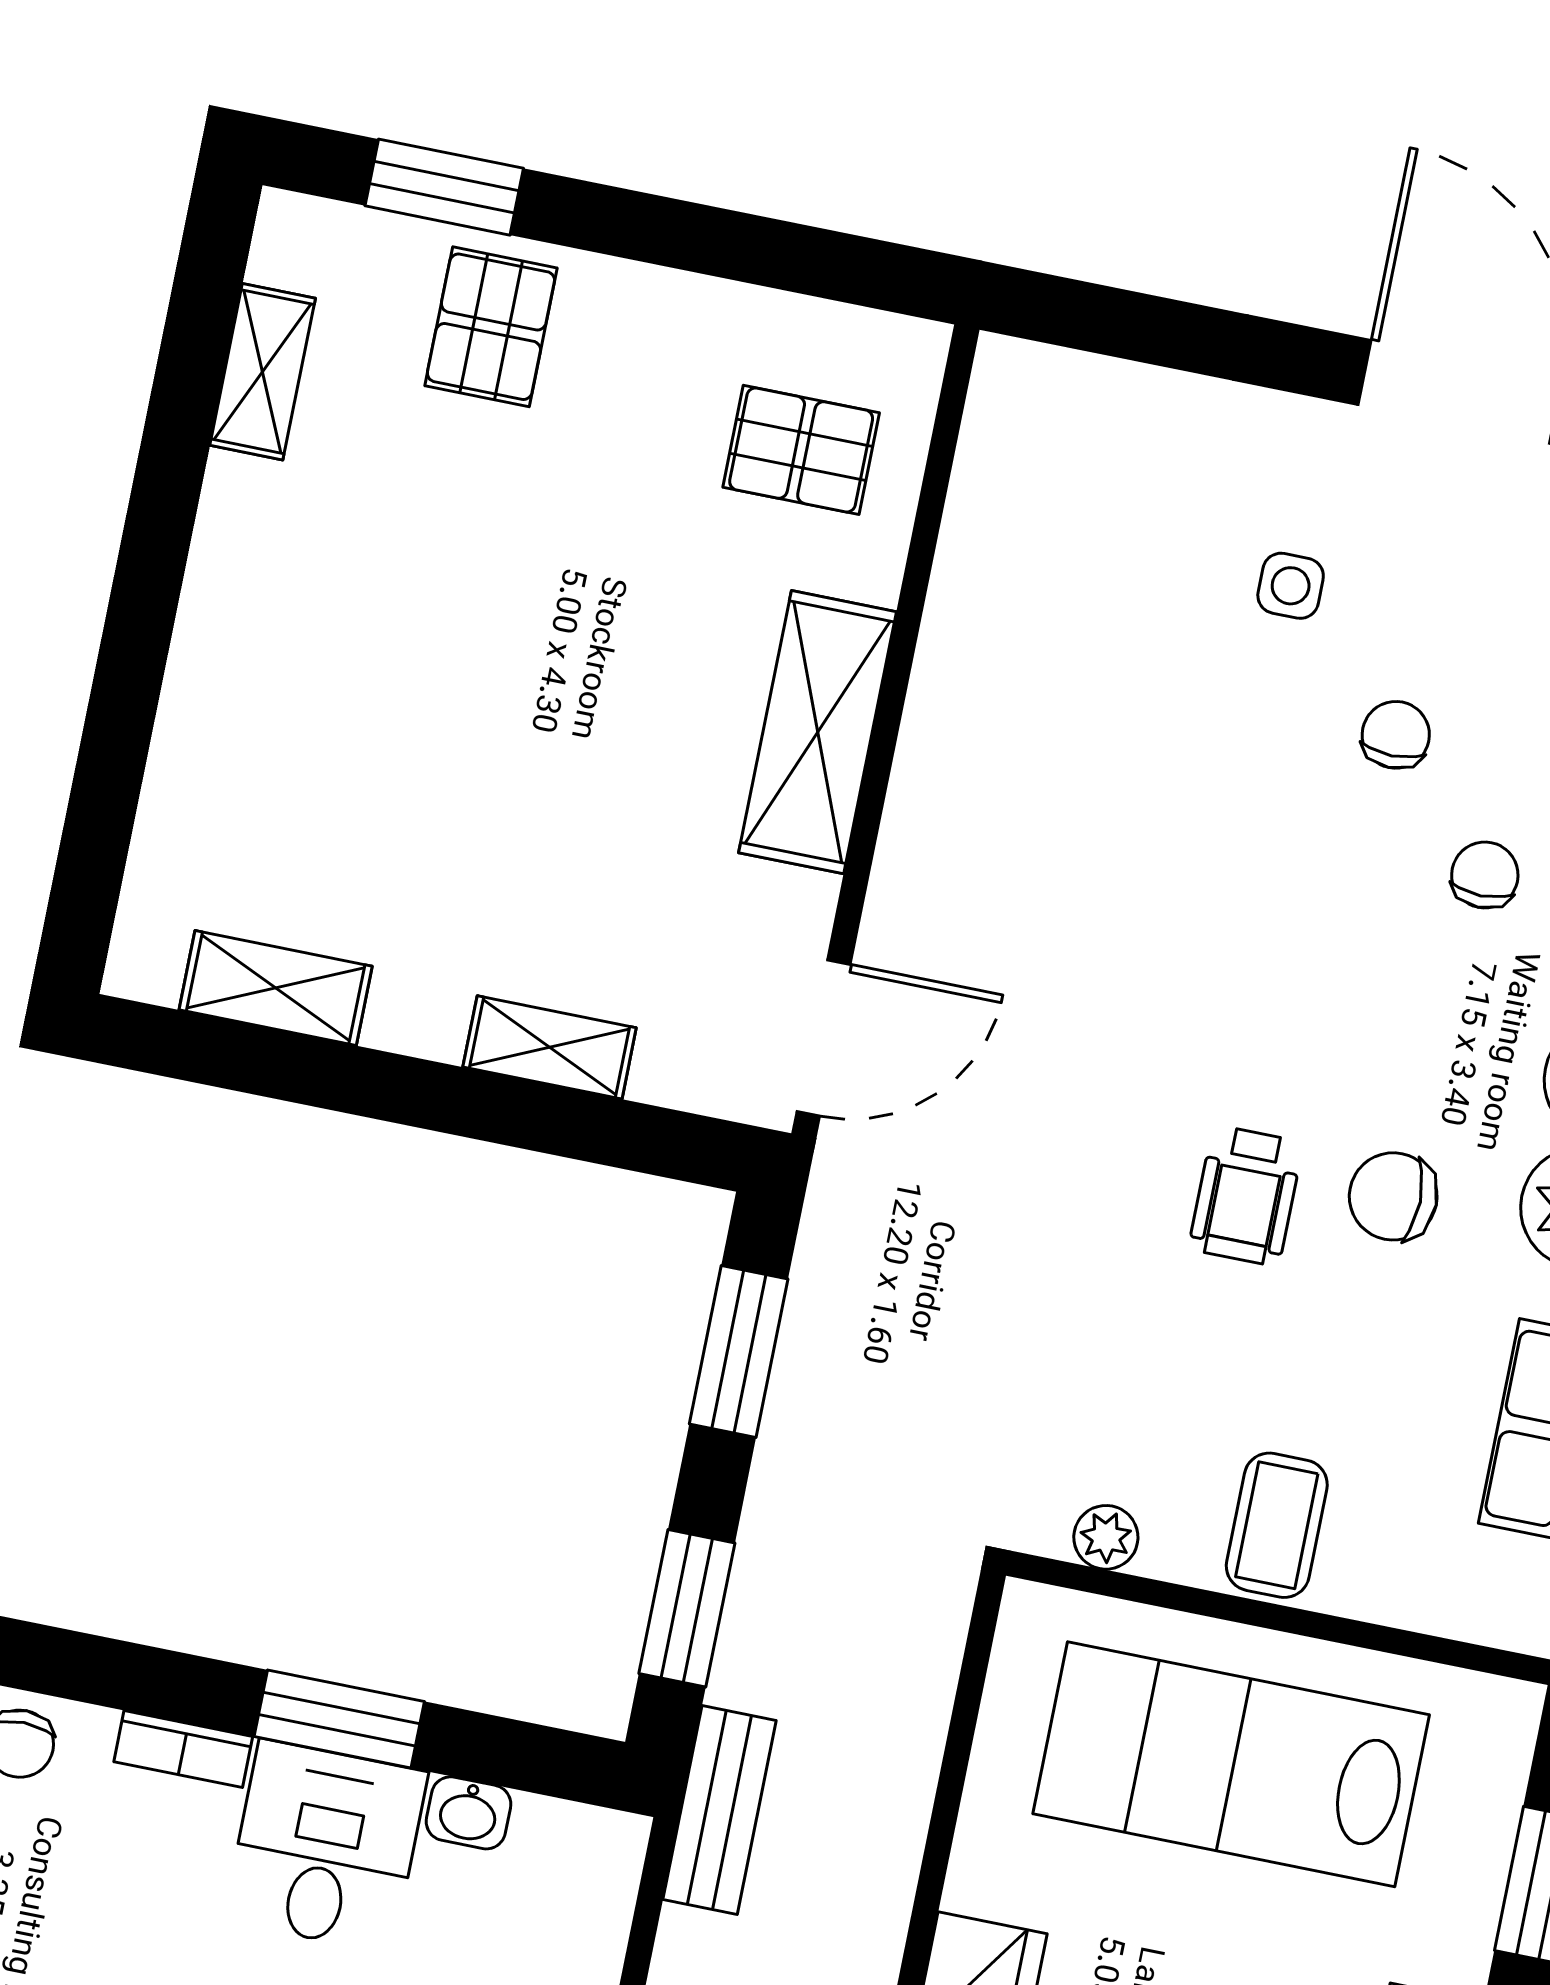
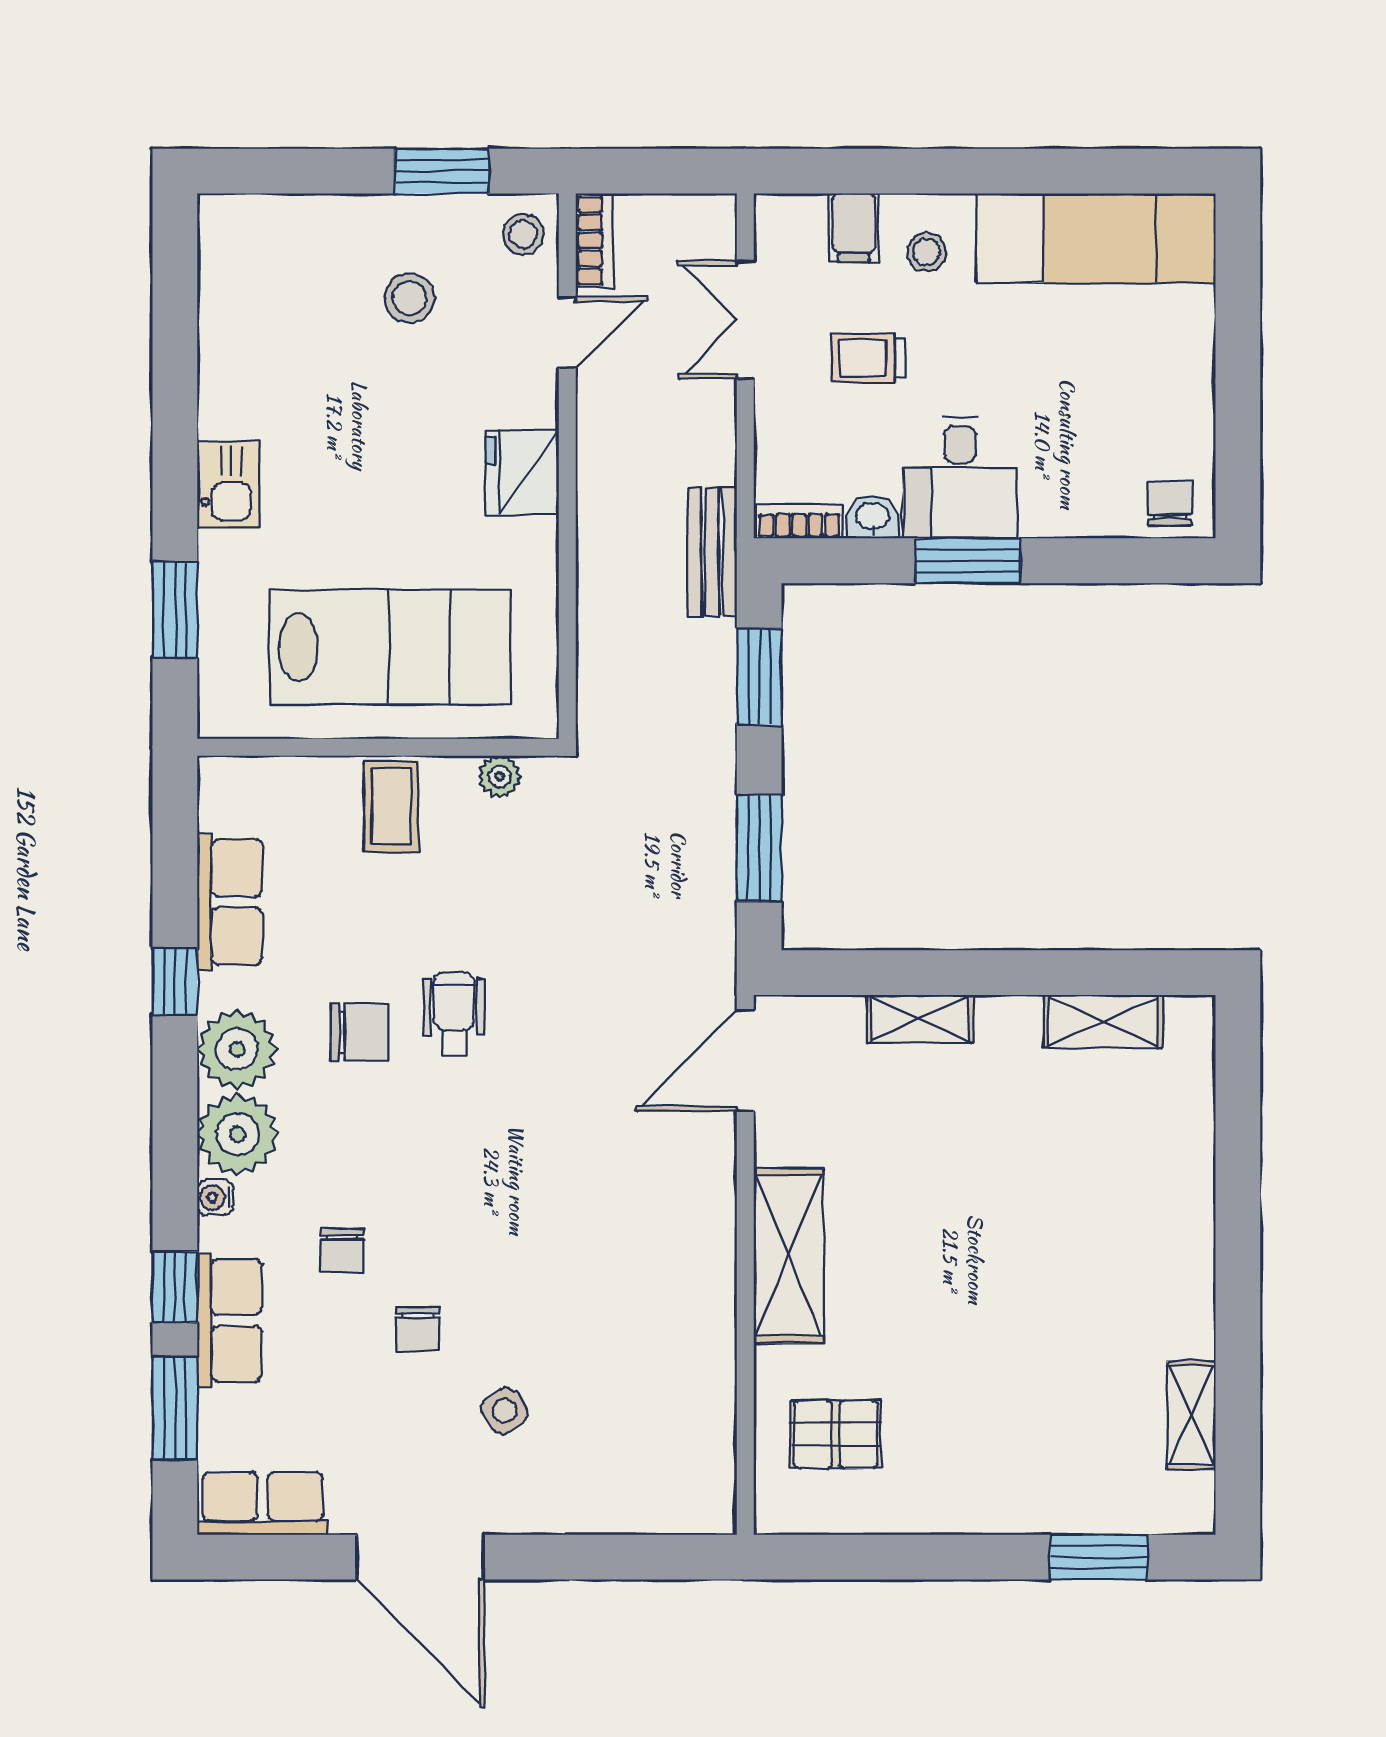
pallet: (491, 327) -> (1051, 1473), removed
side table: (1291, 586) -> (504, 1411), turned -34
bookcase: (183, 1749) -> (799, 521), moved

